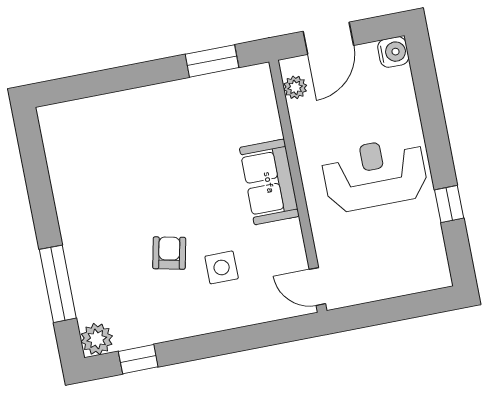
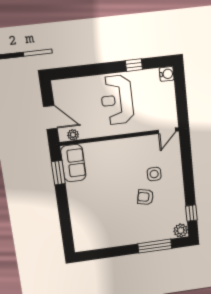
water cooler: (393, 52) -> (167, 74), moved, turned 90
sofa: (269, 182) -> (73, 163), moved, turned -90

